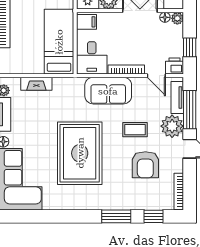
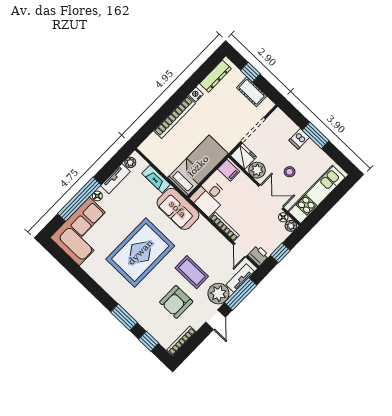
sofa: (108, 91) -> (178, 209), moved
coffee table: (135, 130) -> (192, 272), width x1.36, depth x1.30

